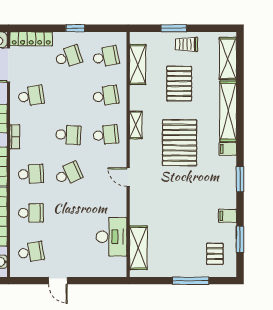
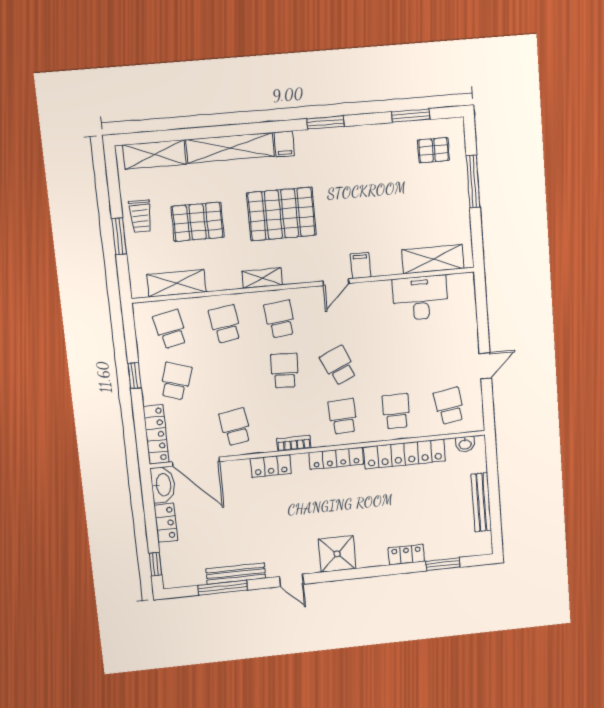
school desk: (68, 57) -> (176, 381), turned 36
filing cabinet: (228, 216) -> (361, 266), moved, turned 180

